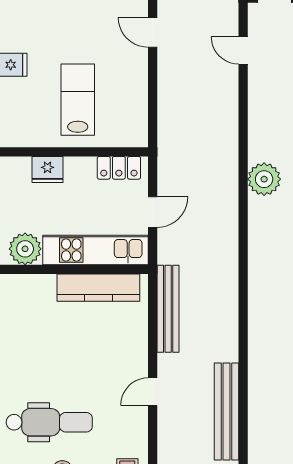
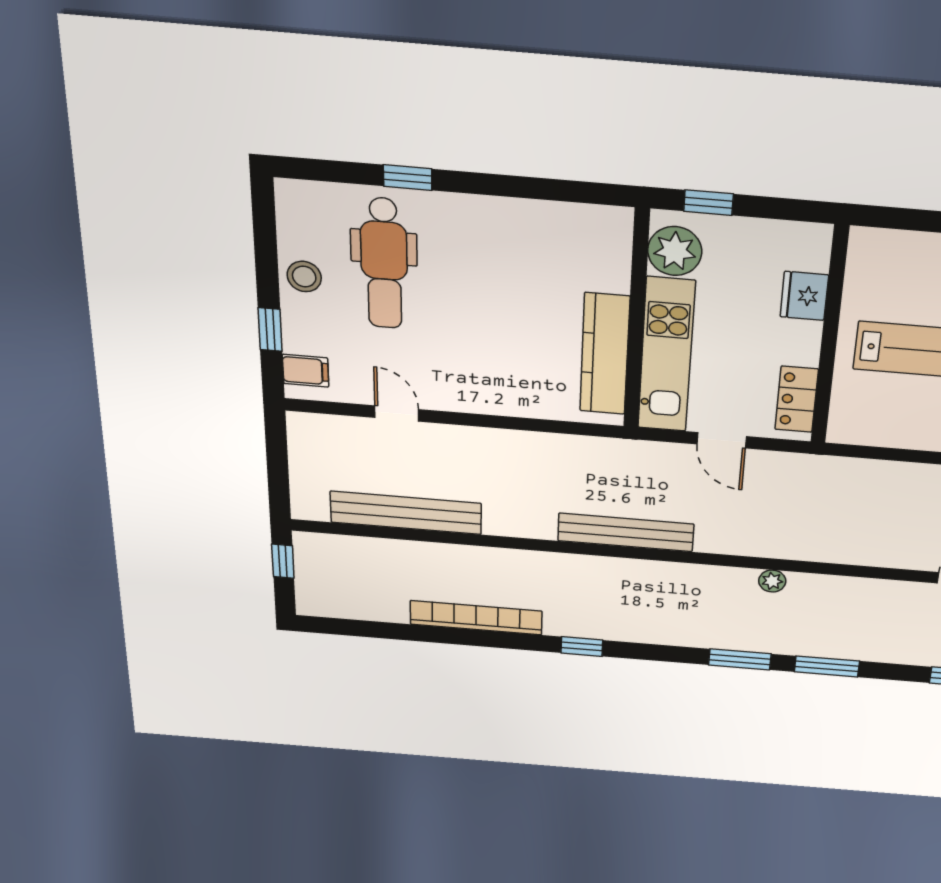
plant: (264, 179) -> (772, 581), width x0.53, depth x0.53
bench: (168, 309) -> (626, 532), moved
door: (153, 392) -> (397, 413), moved

